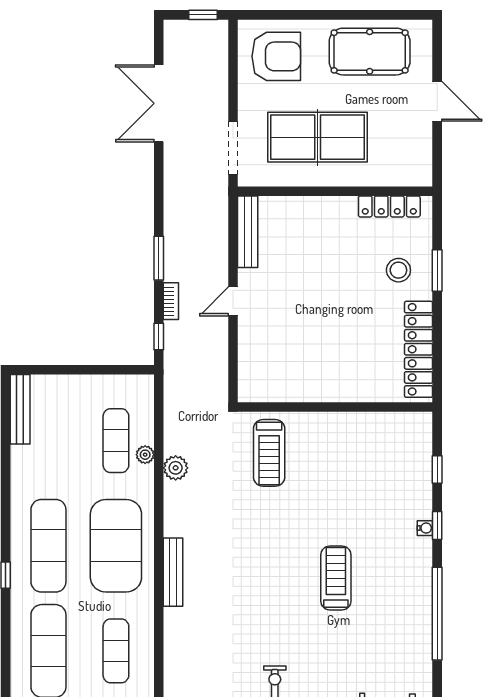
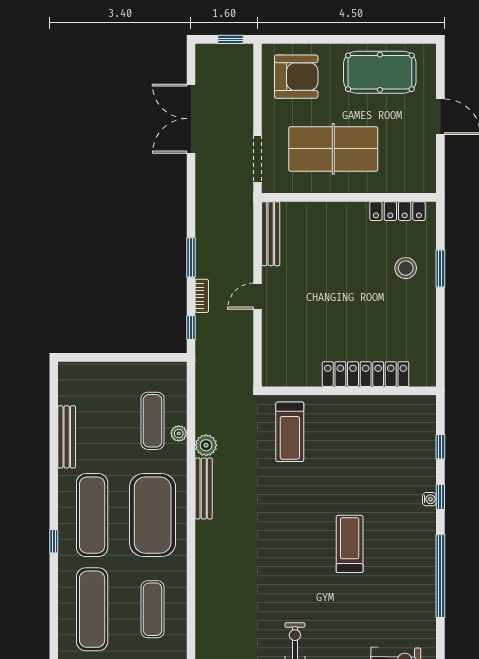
locker: (419, 349) -> (366, 374), moved, turned 90
bench: (20, 409) -> (67, 437), moved
bench: (173, 572) -> (204, 488), moved

